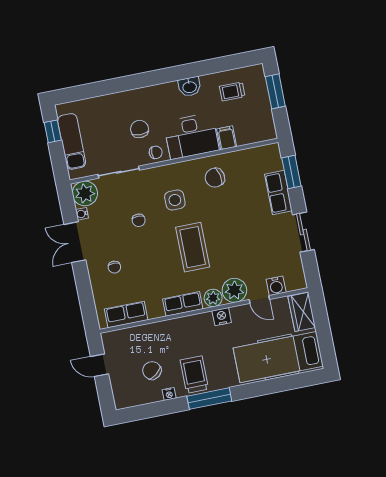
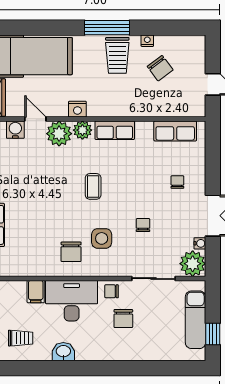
chair: (215, 178) -> (71, 252), moved, turned 102
coffee table: (193, 247) -> (93, 186), width x0.54, depth x0.58

